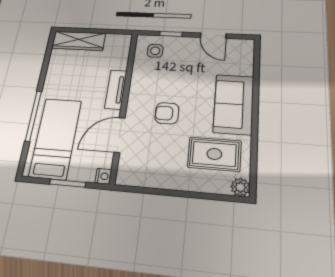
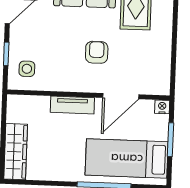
armchair: (167, 113) -> (97, 52), turned 180
door: (119, 135) -> (121, 96), hinge flipped

